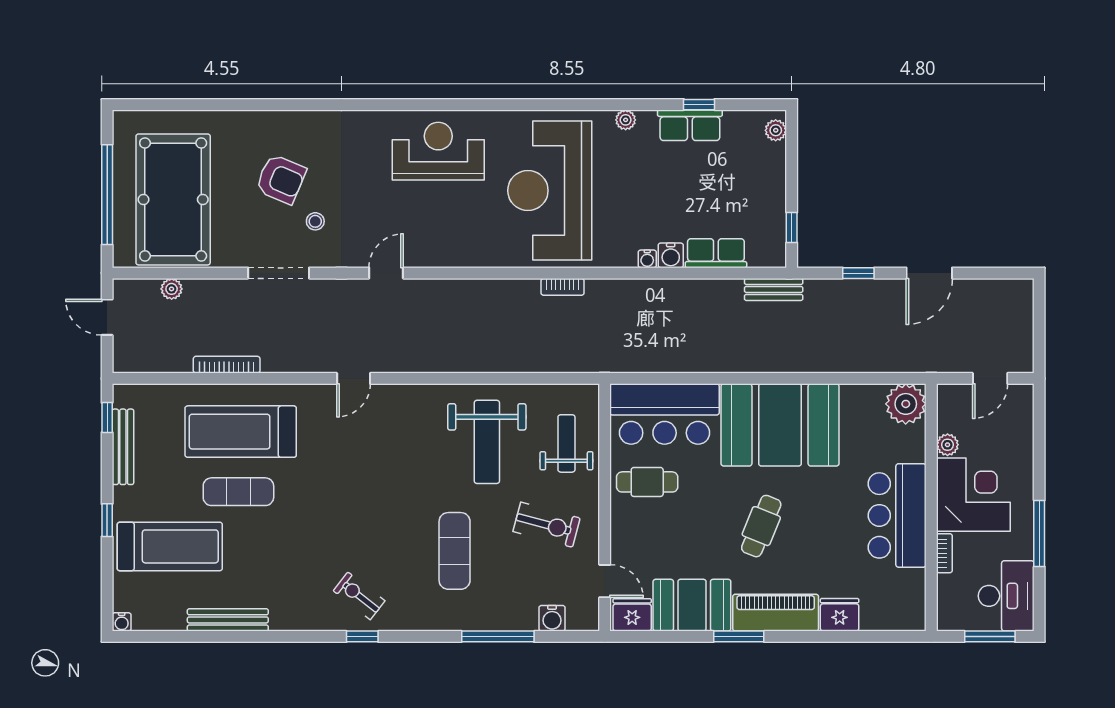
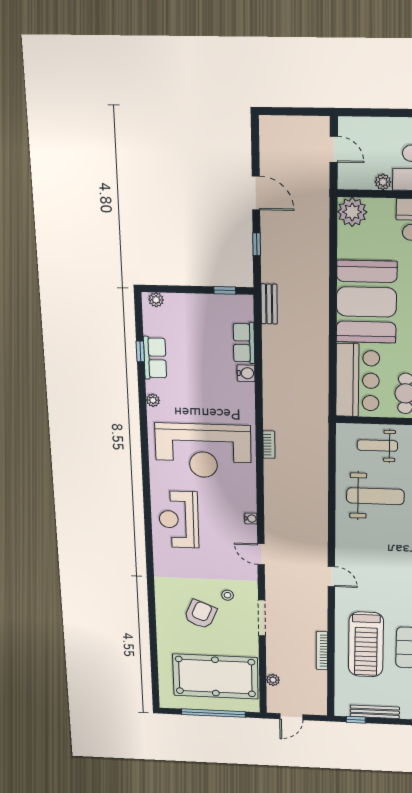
water cooler: (647, 259) -> (251, 519), moved

